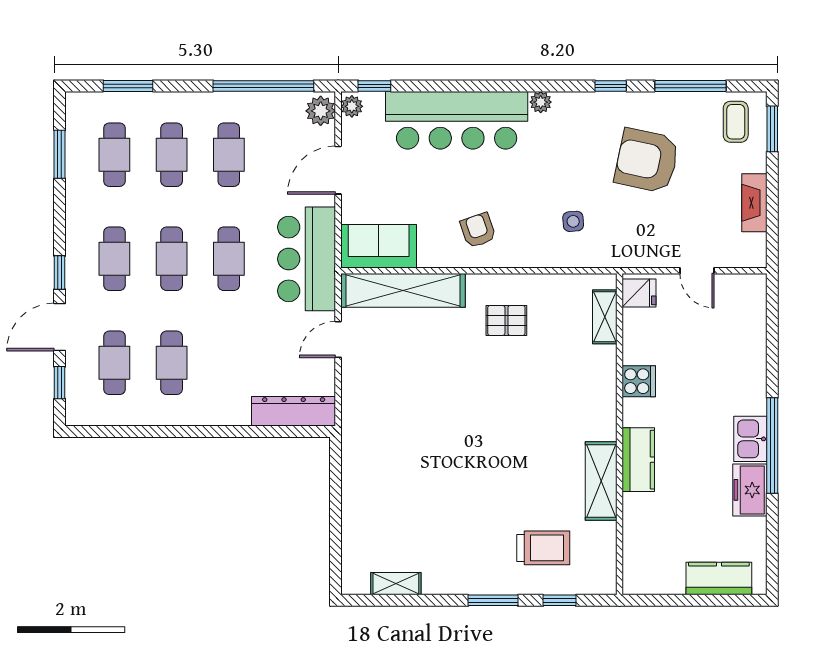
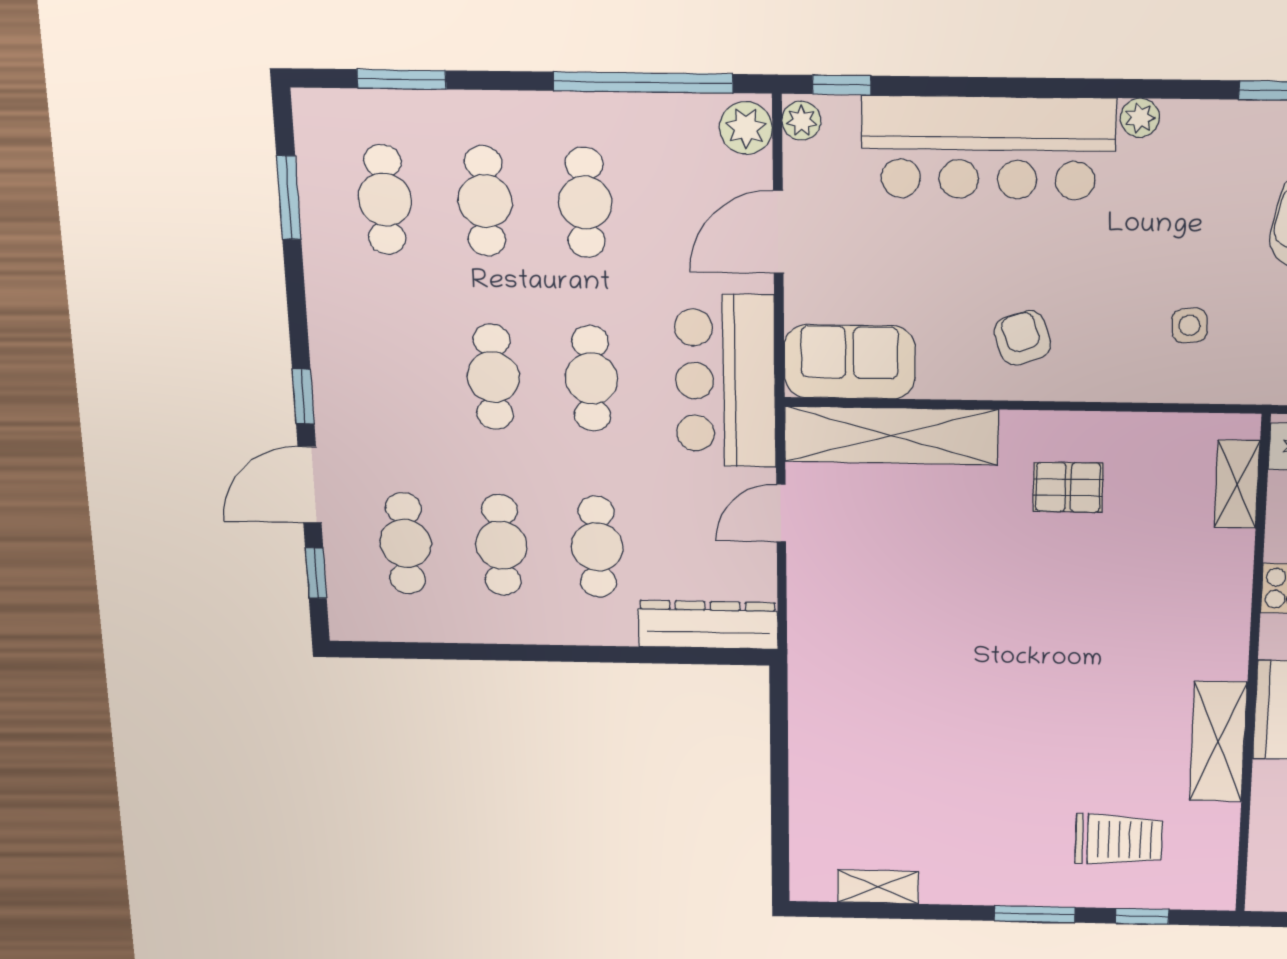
cafe table: (114, 259) -> (597, 547), moved

